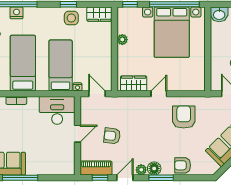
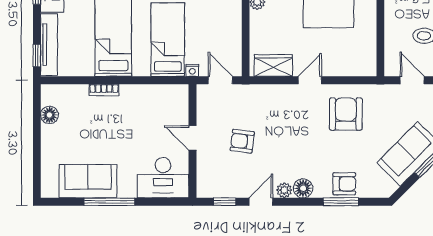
desk: (57, 110) -> (163, 178), moved, turned 180
door: (78, 134) -> (192, 138), swing flipped
armchair: (183, 165) -> (344, 184), turned 180
piano: (96, 168) -> (219, 188), removed
window: (161, 178) -> (341, 202), moved

